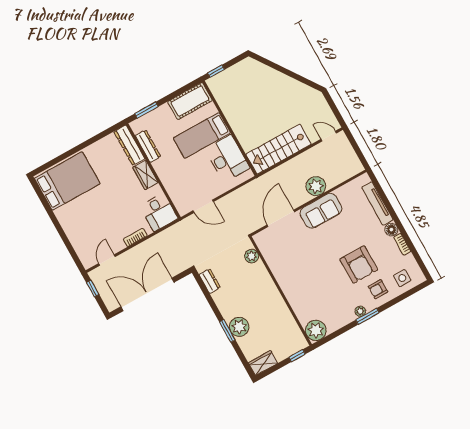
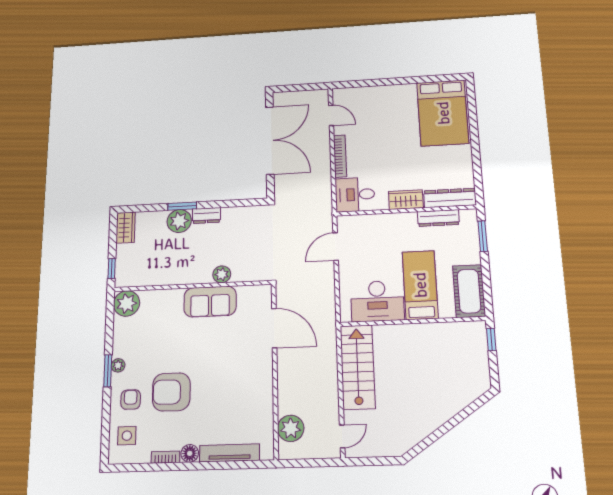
plant: (316, 186) -> (291, 428), moved
sofa: (321, 211) -> (210, 302), moved, turned -90
bookcase: (135, 237) -> (340, 156), width x1.56
plant: (252, 256) -> (222, 274), moved
dresser: (210, 281) -> (206, 215), moved
window: (93, 289) -> (308, 87), removed

